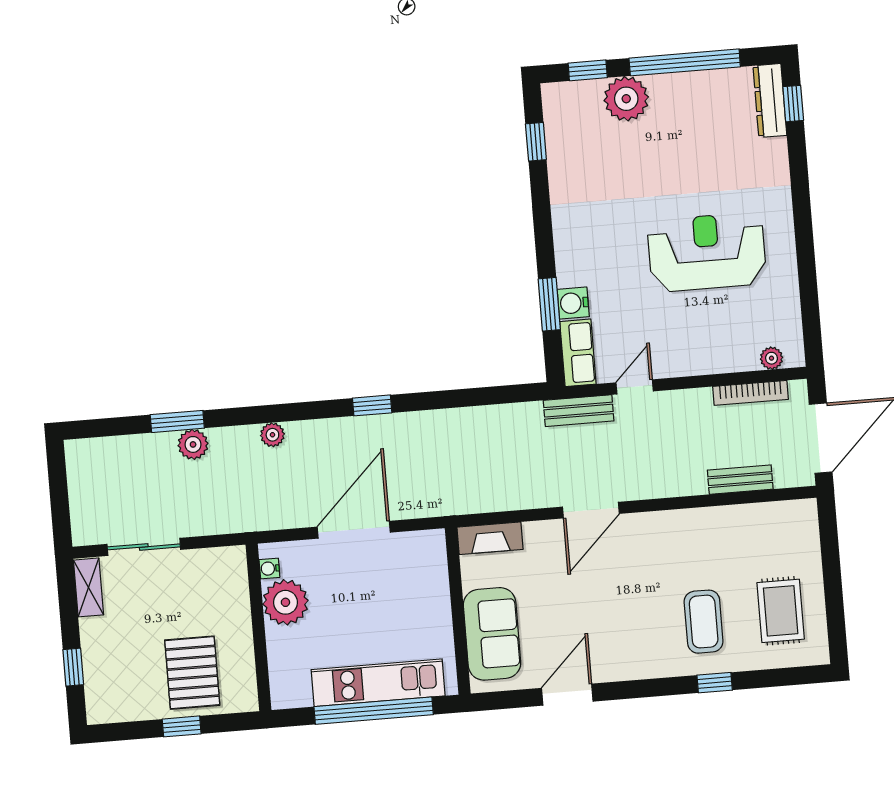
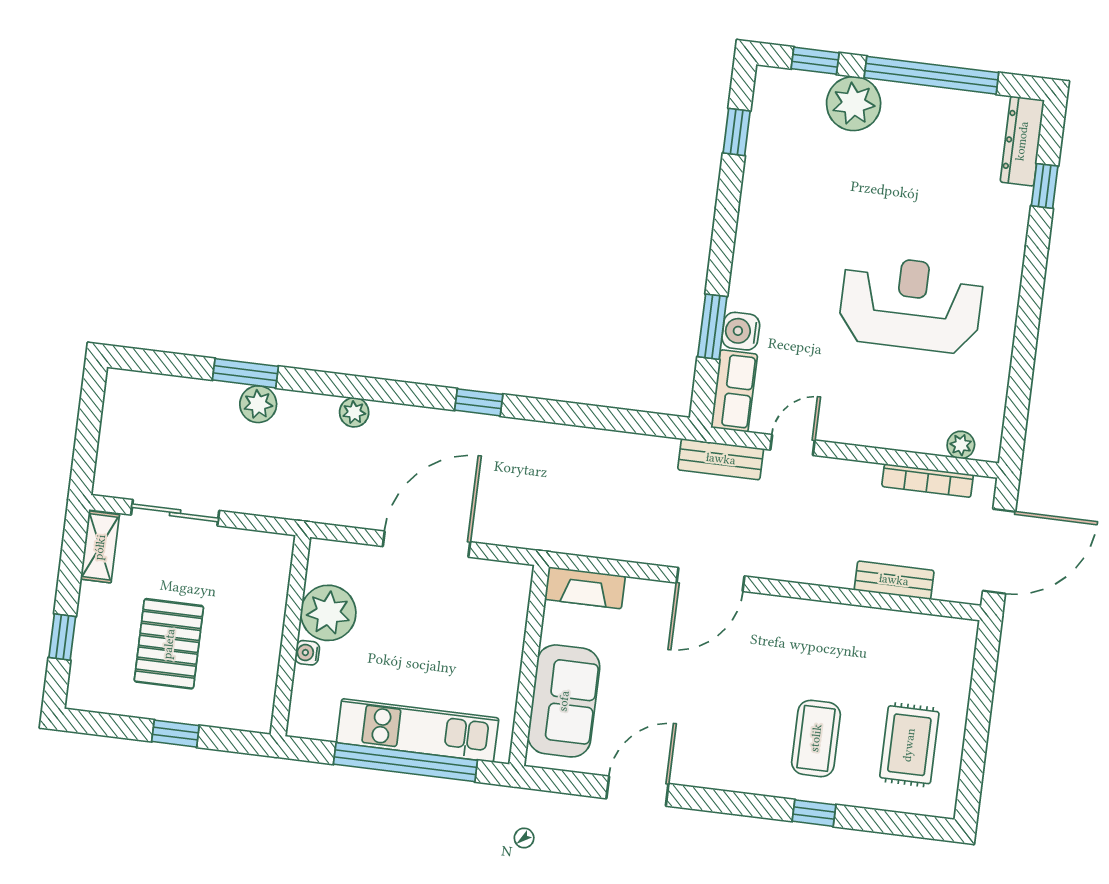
window: (793, 104) -> (1045, 186), moved
water cooler: (269, 568) -> (307, 653), moved
pallet: (192, 673) -> (169, 644), moved

